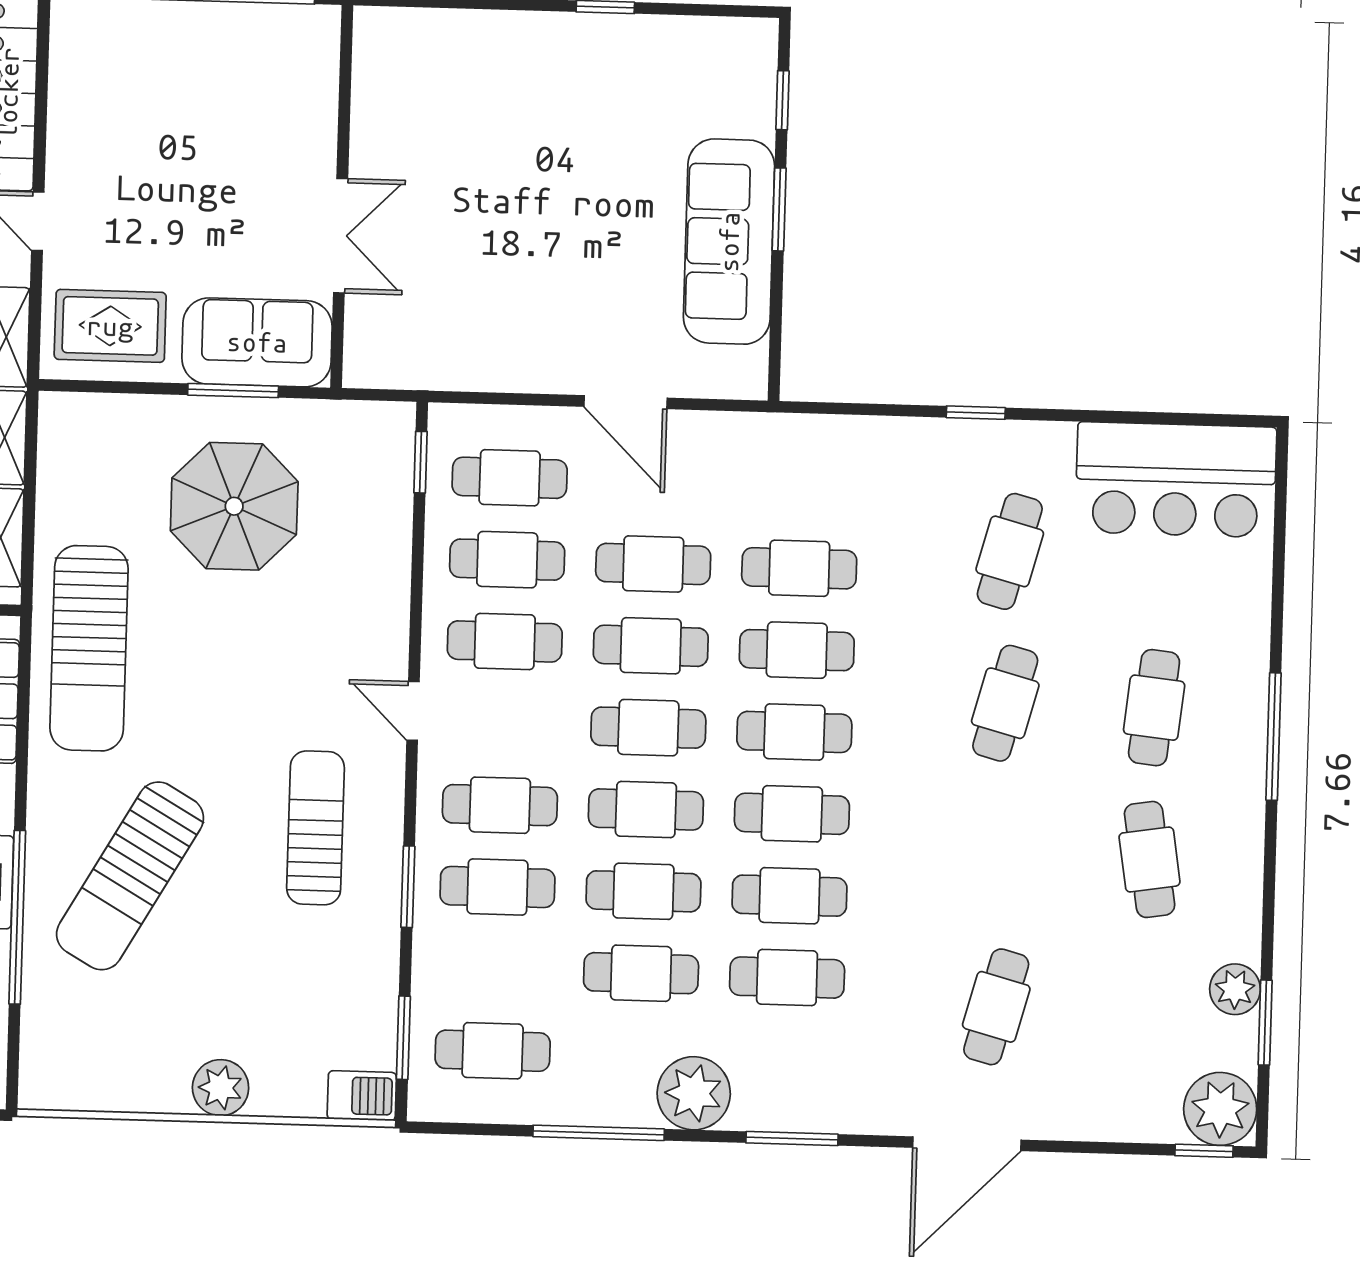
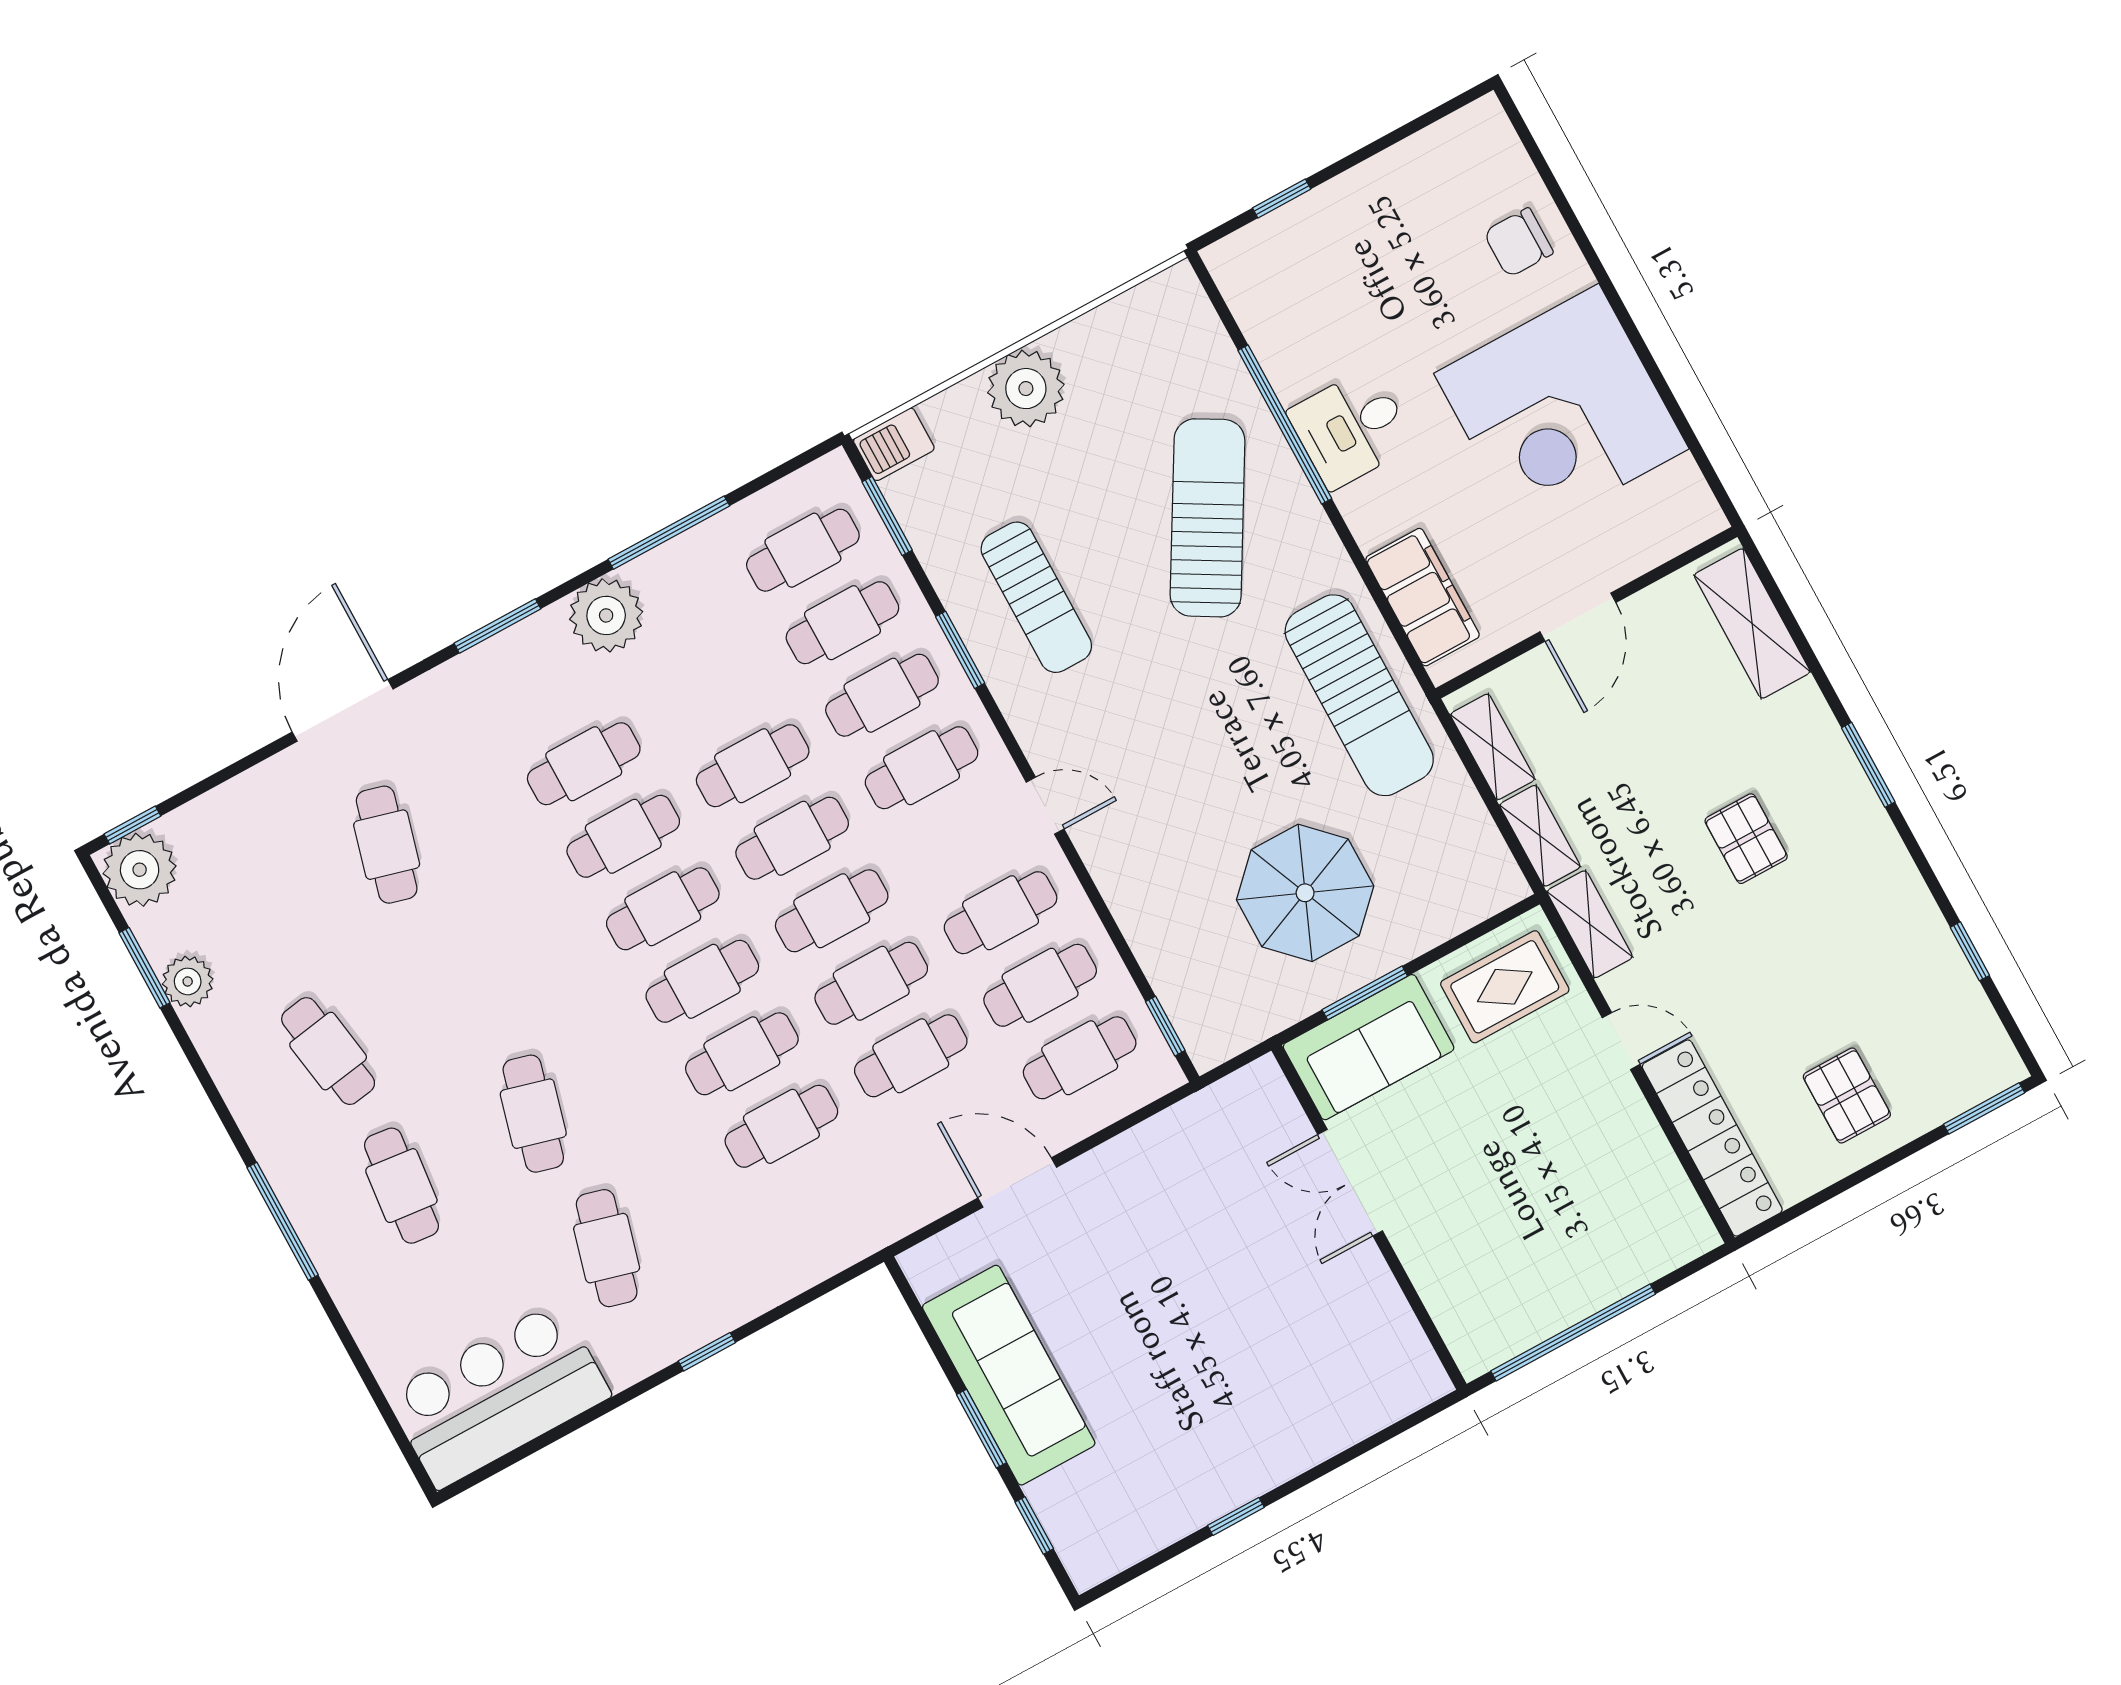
sun lounger: (89, 648) -> (1359, 695), turned 180
sun lounger: (316, 828) -> (1036, 597), moved
cafe table: (641, 973) -> (842, 623), moved
plant: (221, 1088) -> (1026, 389), width x1.36, depth x1.36

